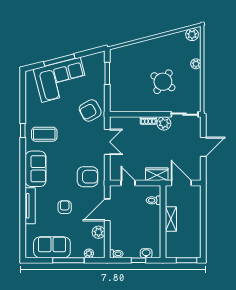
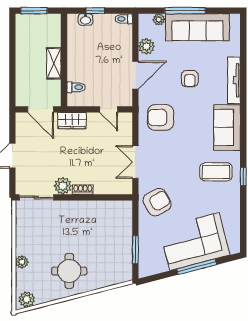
round table: (163, 82) -> (69, 271), moved, turned -34
sofa: (52, 247) -> (198, 27), width x1.36

